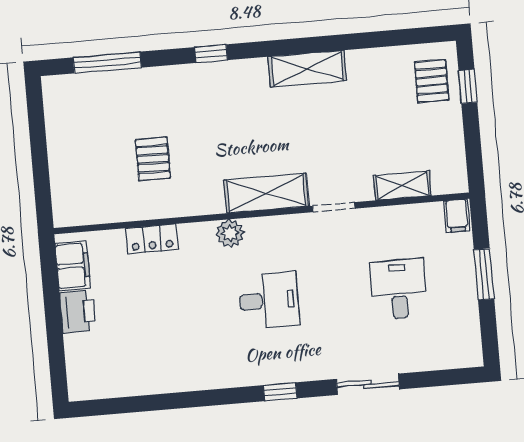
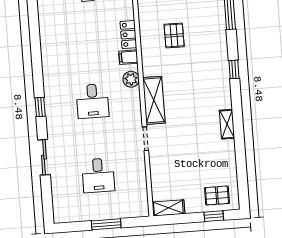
shelving: (307, 69) -> (227, 124), width x0.67, depth x0.75
pallet: (153, 159) -> (174, 35), turned 90
shelving: (402, 186) -> (168, 208), moved, turned 90
filing cabinet: (457, 216) -> (128, 57), moved
desk: (399, 289) -> (98, 175), turned 90

